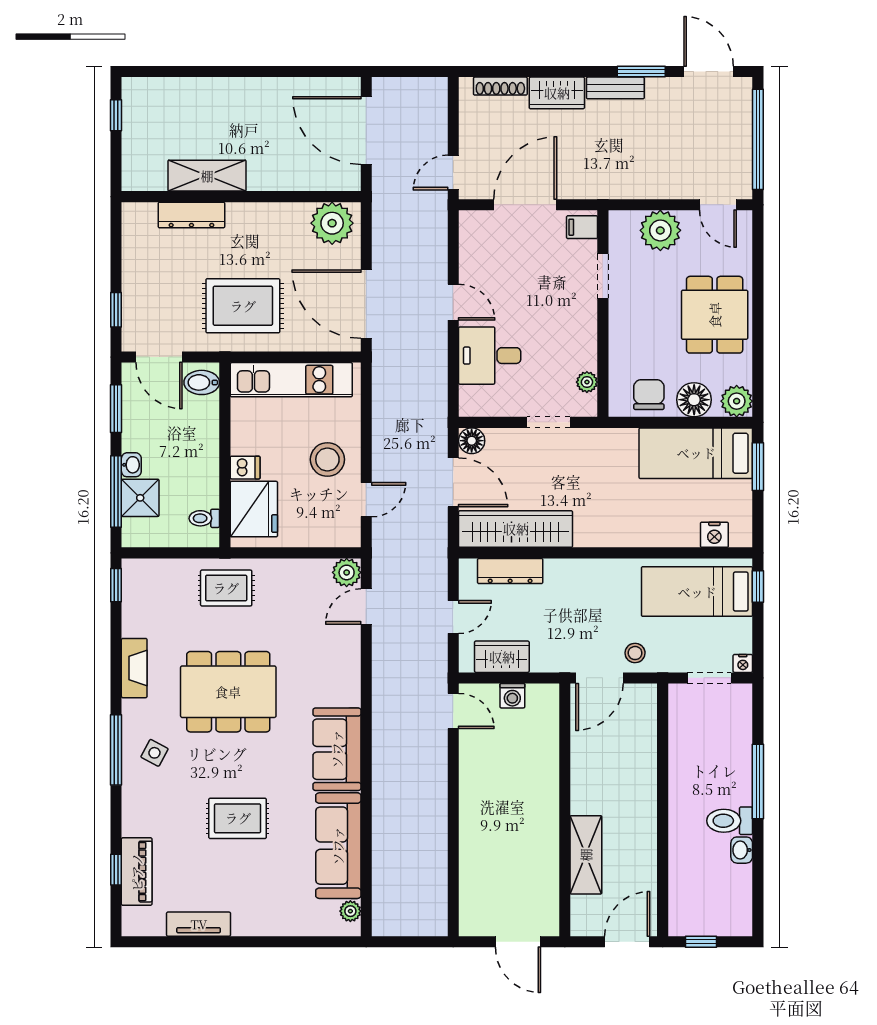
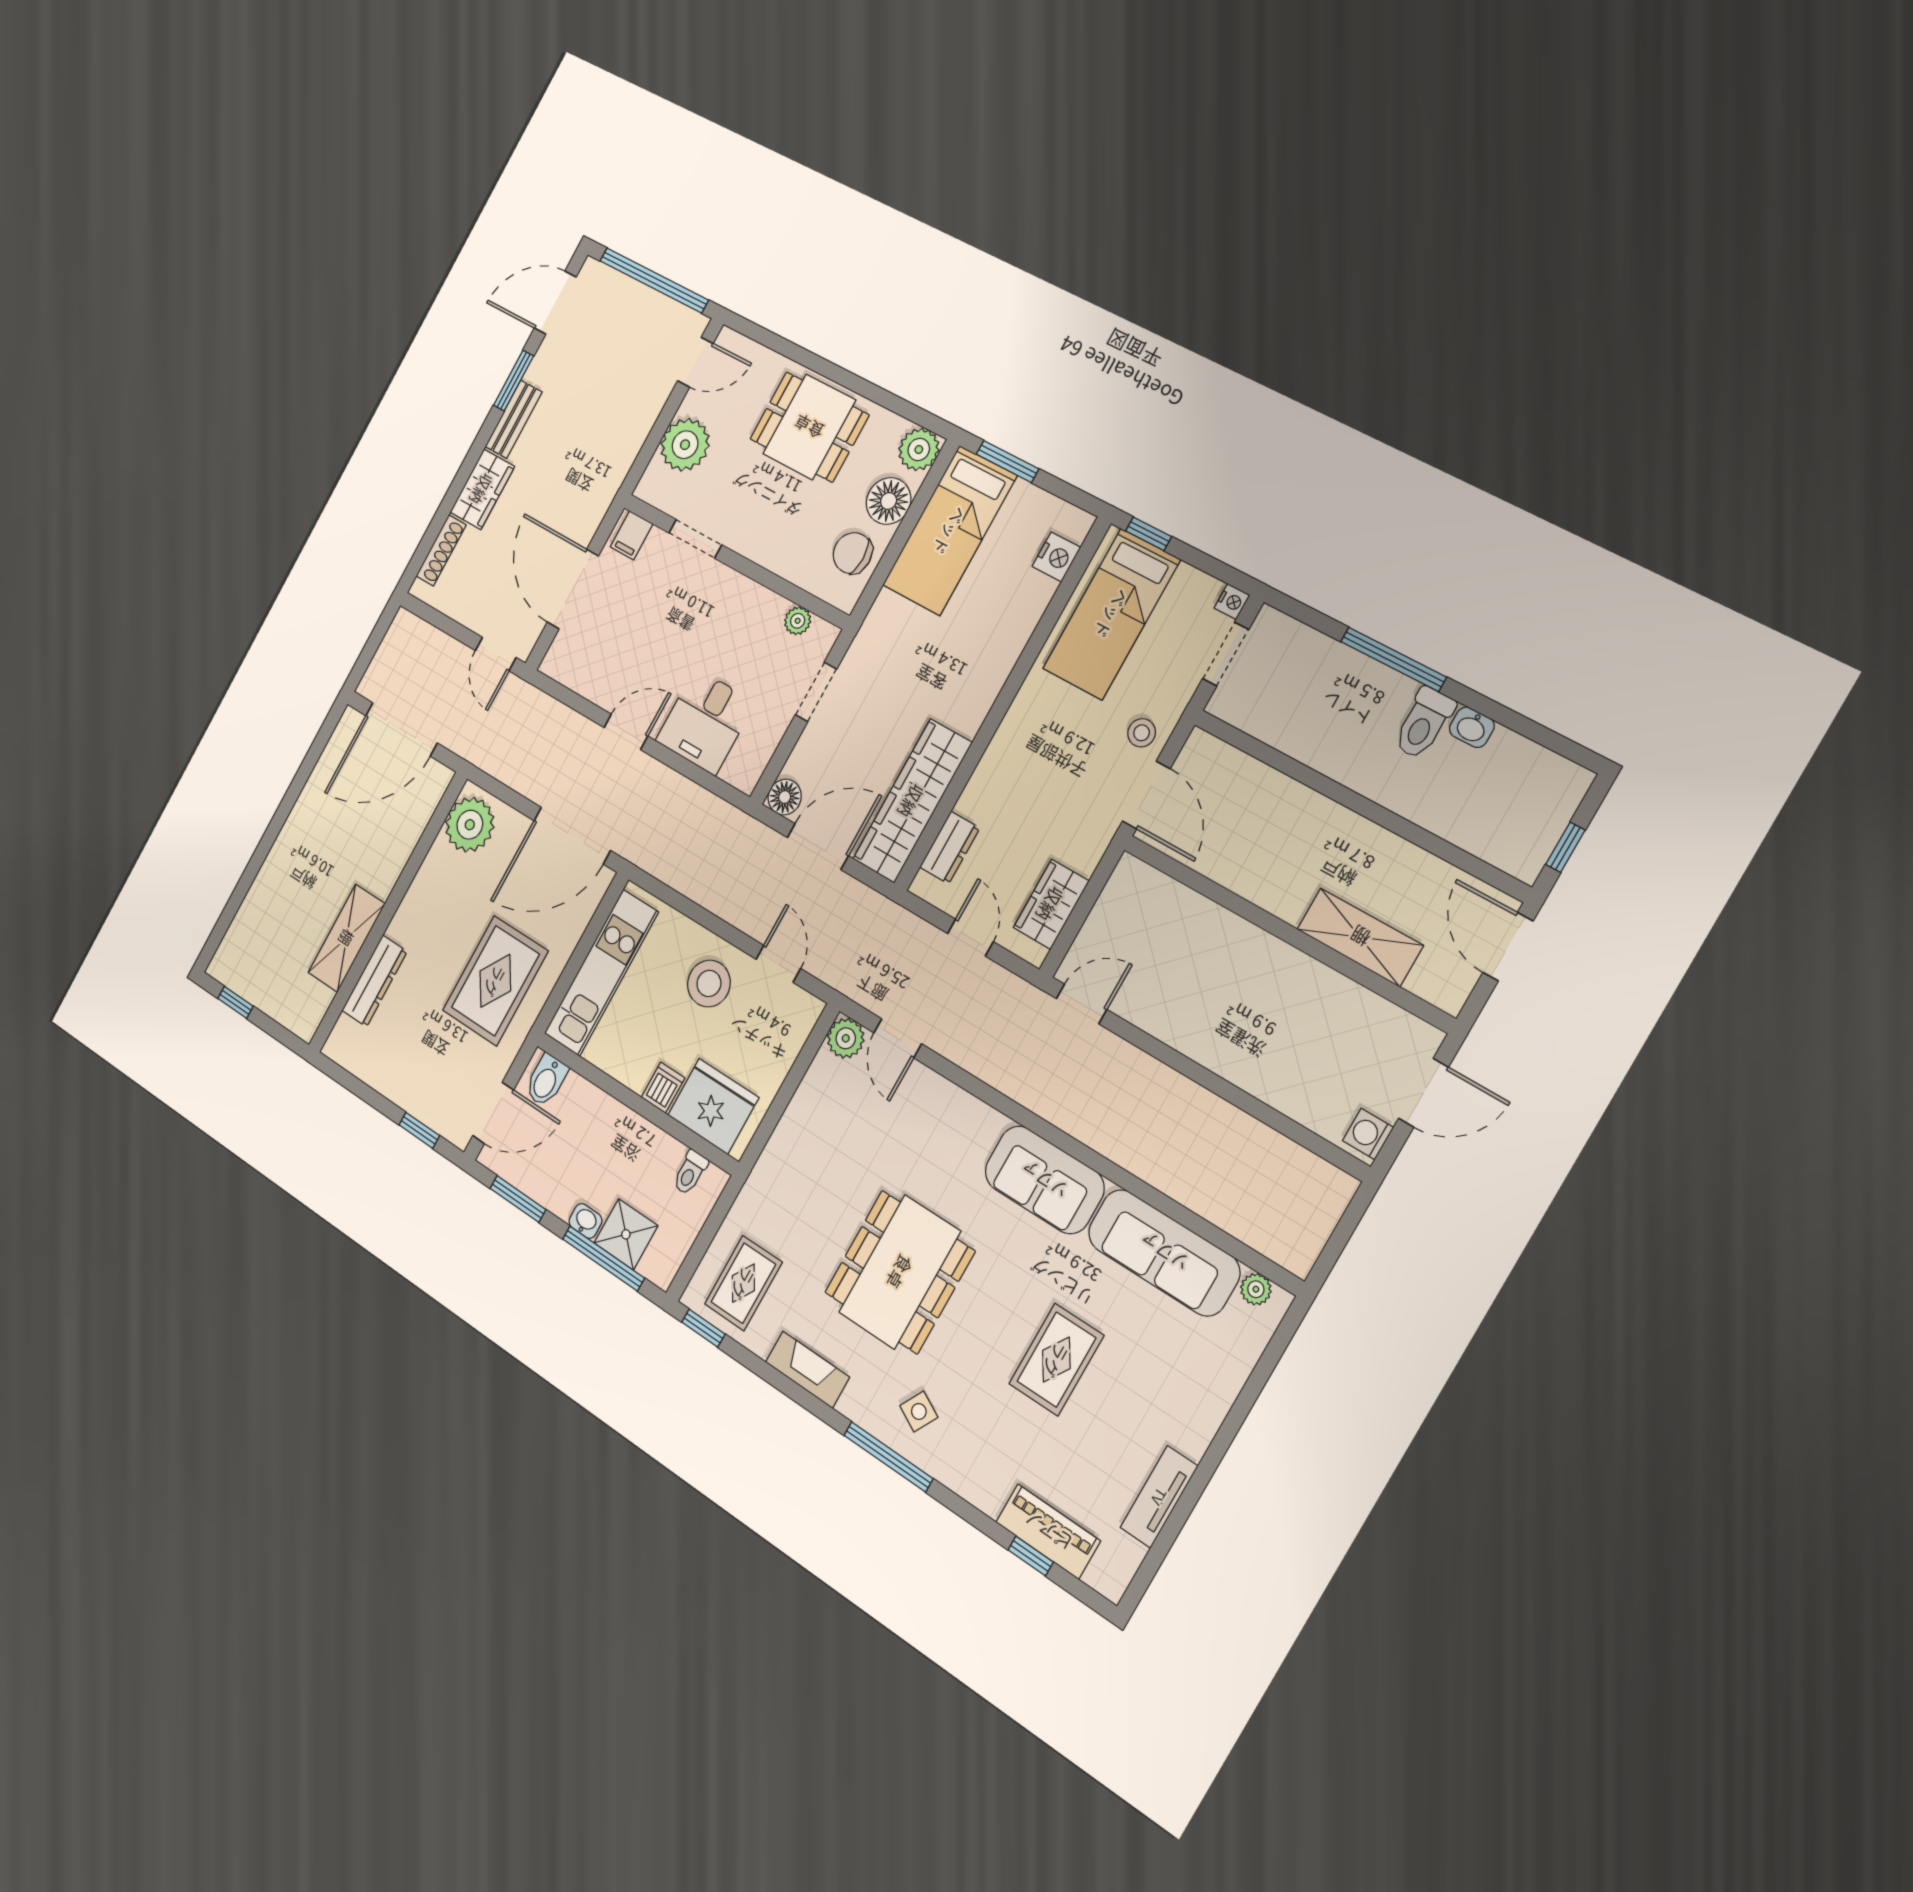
dresser: (510, 571) -> (950, 848), width x0.70
rug: (226, 588) -> (743, 1283), moved
washing machine: (512, 696) -> (1368, 1134), moved, turned 180

